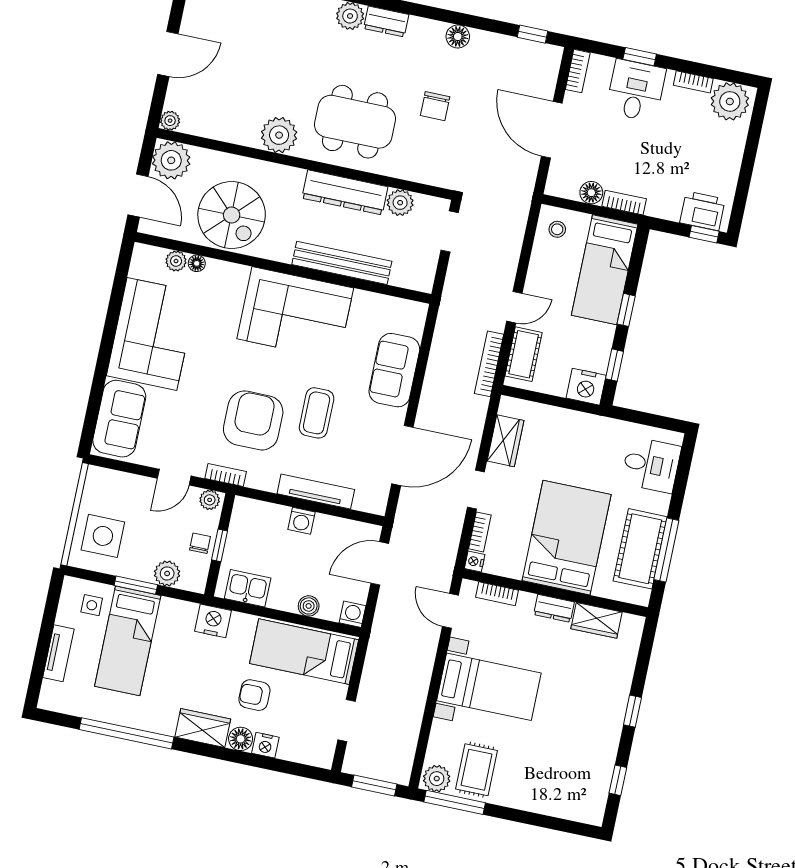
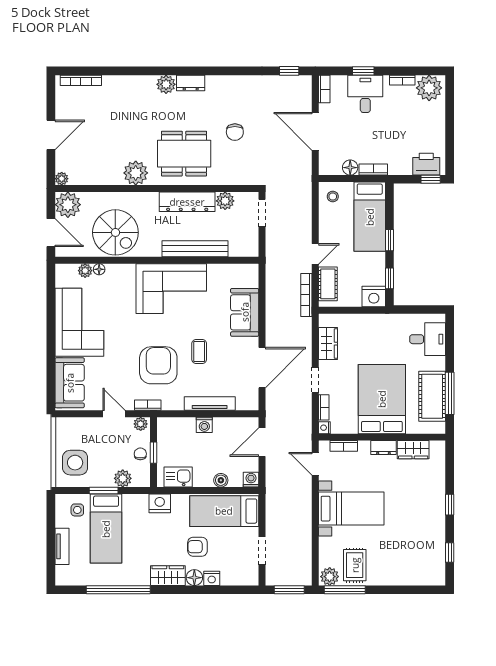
floor lamp: (458, 37) -> (240, 83), removed
coffee table: (317, 413) -> (199, 351), width x0.73, depth x0.77
door: (174, 477) -> (114, 414), swing flipped

